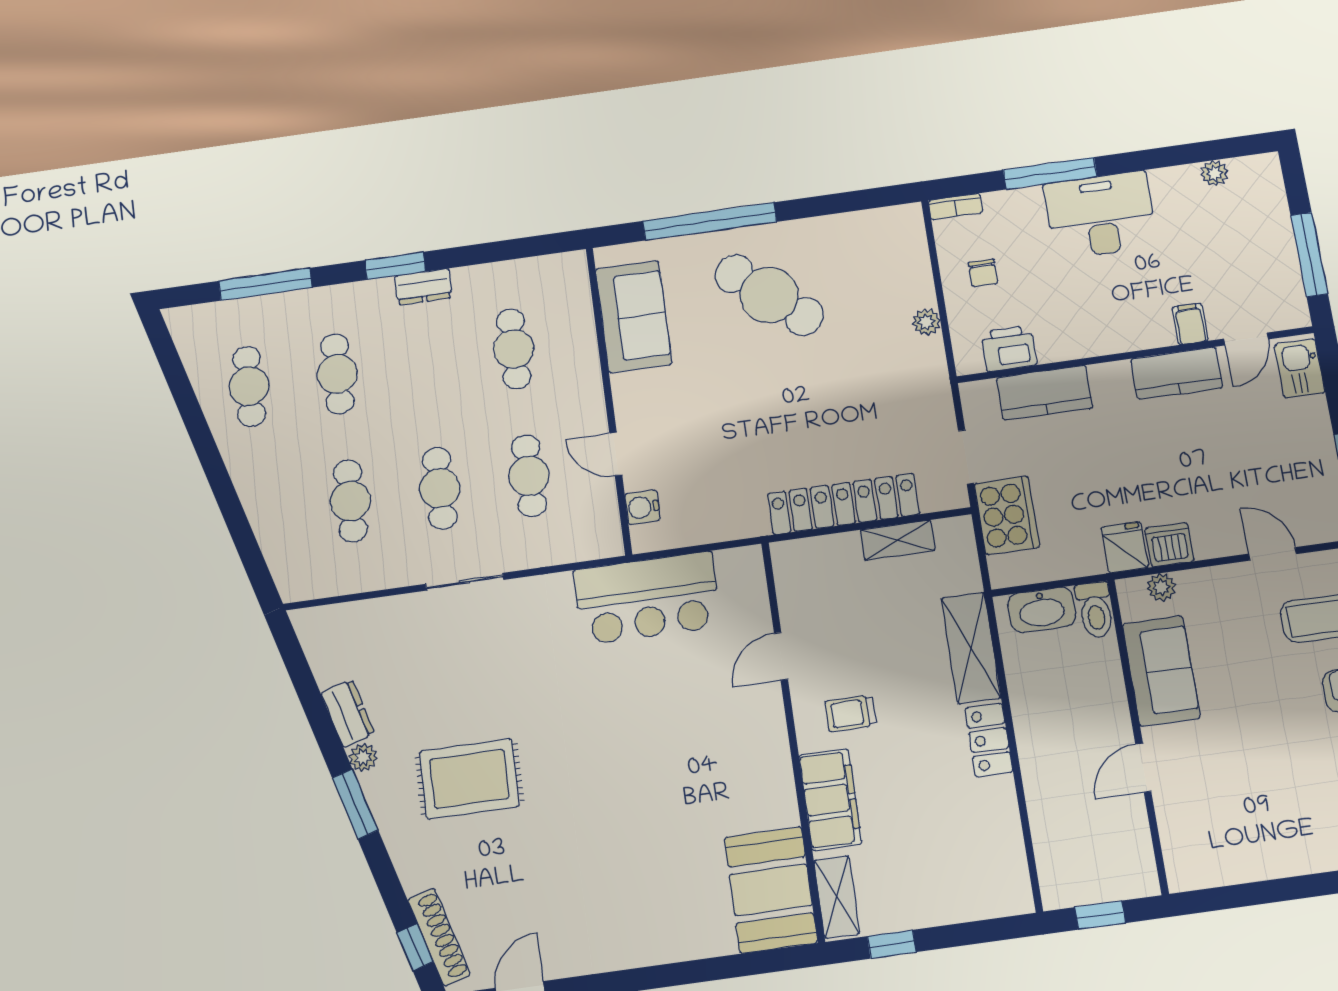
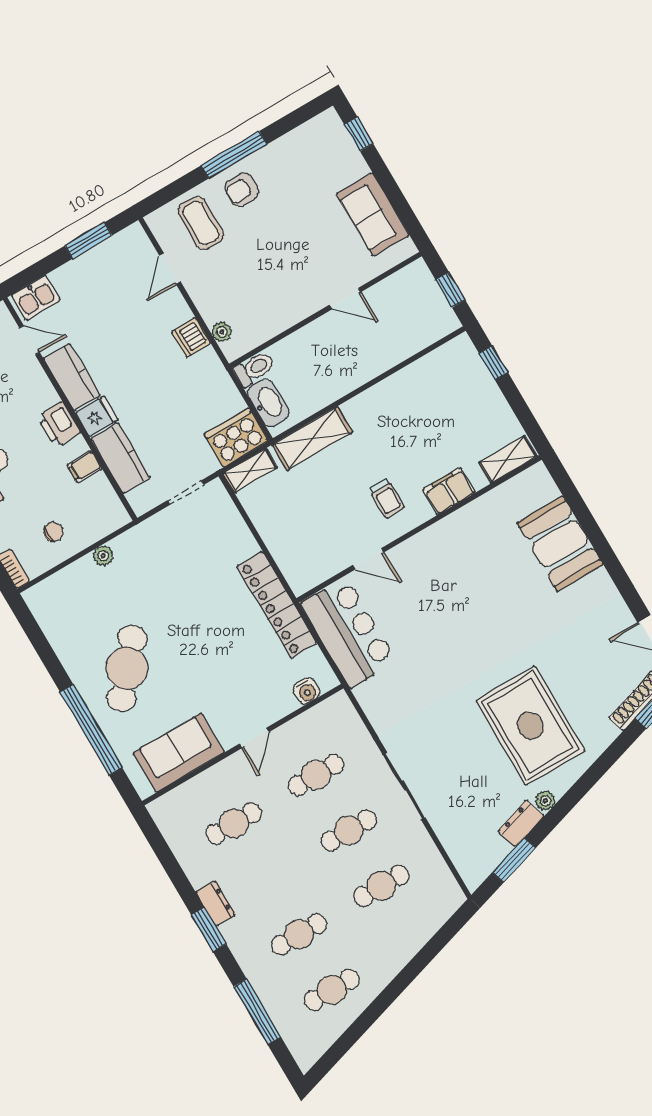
filing cabinet: (1190, 324) -> (84, 467), moved
printer: (1009, 349) -> (59, 425), moved
door: (616, 454) -> (254, 738), moved
locker: (844, 504) -> (277, 605), moved
cooker: (1007, 515) -> (236, 437), moved
shelving: (898, 540) -> (250, 471), moved, turned 90
fridge: (1125, 547) -> (97, 416), moved, turned 180
sliding door: (465, 582) -> (404, 786), width x1.37
bar counter: (647, 598) -> (348, 633), moved
sofa: (1161, 671) -> (373, 215), moved, turned -90
locker: (989, 740) -> (368, 403), removed
rug: (469, 779) -> (530, 726), width x1.37, depth x1.44
filing cabinet: (830, 799) -> (449, 491), width x0.67, depth x0.86
window: (355, 804) -> (514, 860), moved
booth: (771, 890) -> (560, 544), moved, turned 90
window: (892, 944) -> (493, 363), moved

